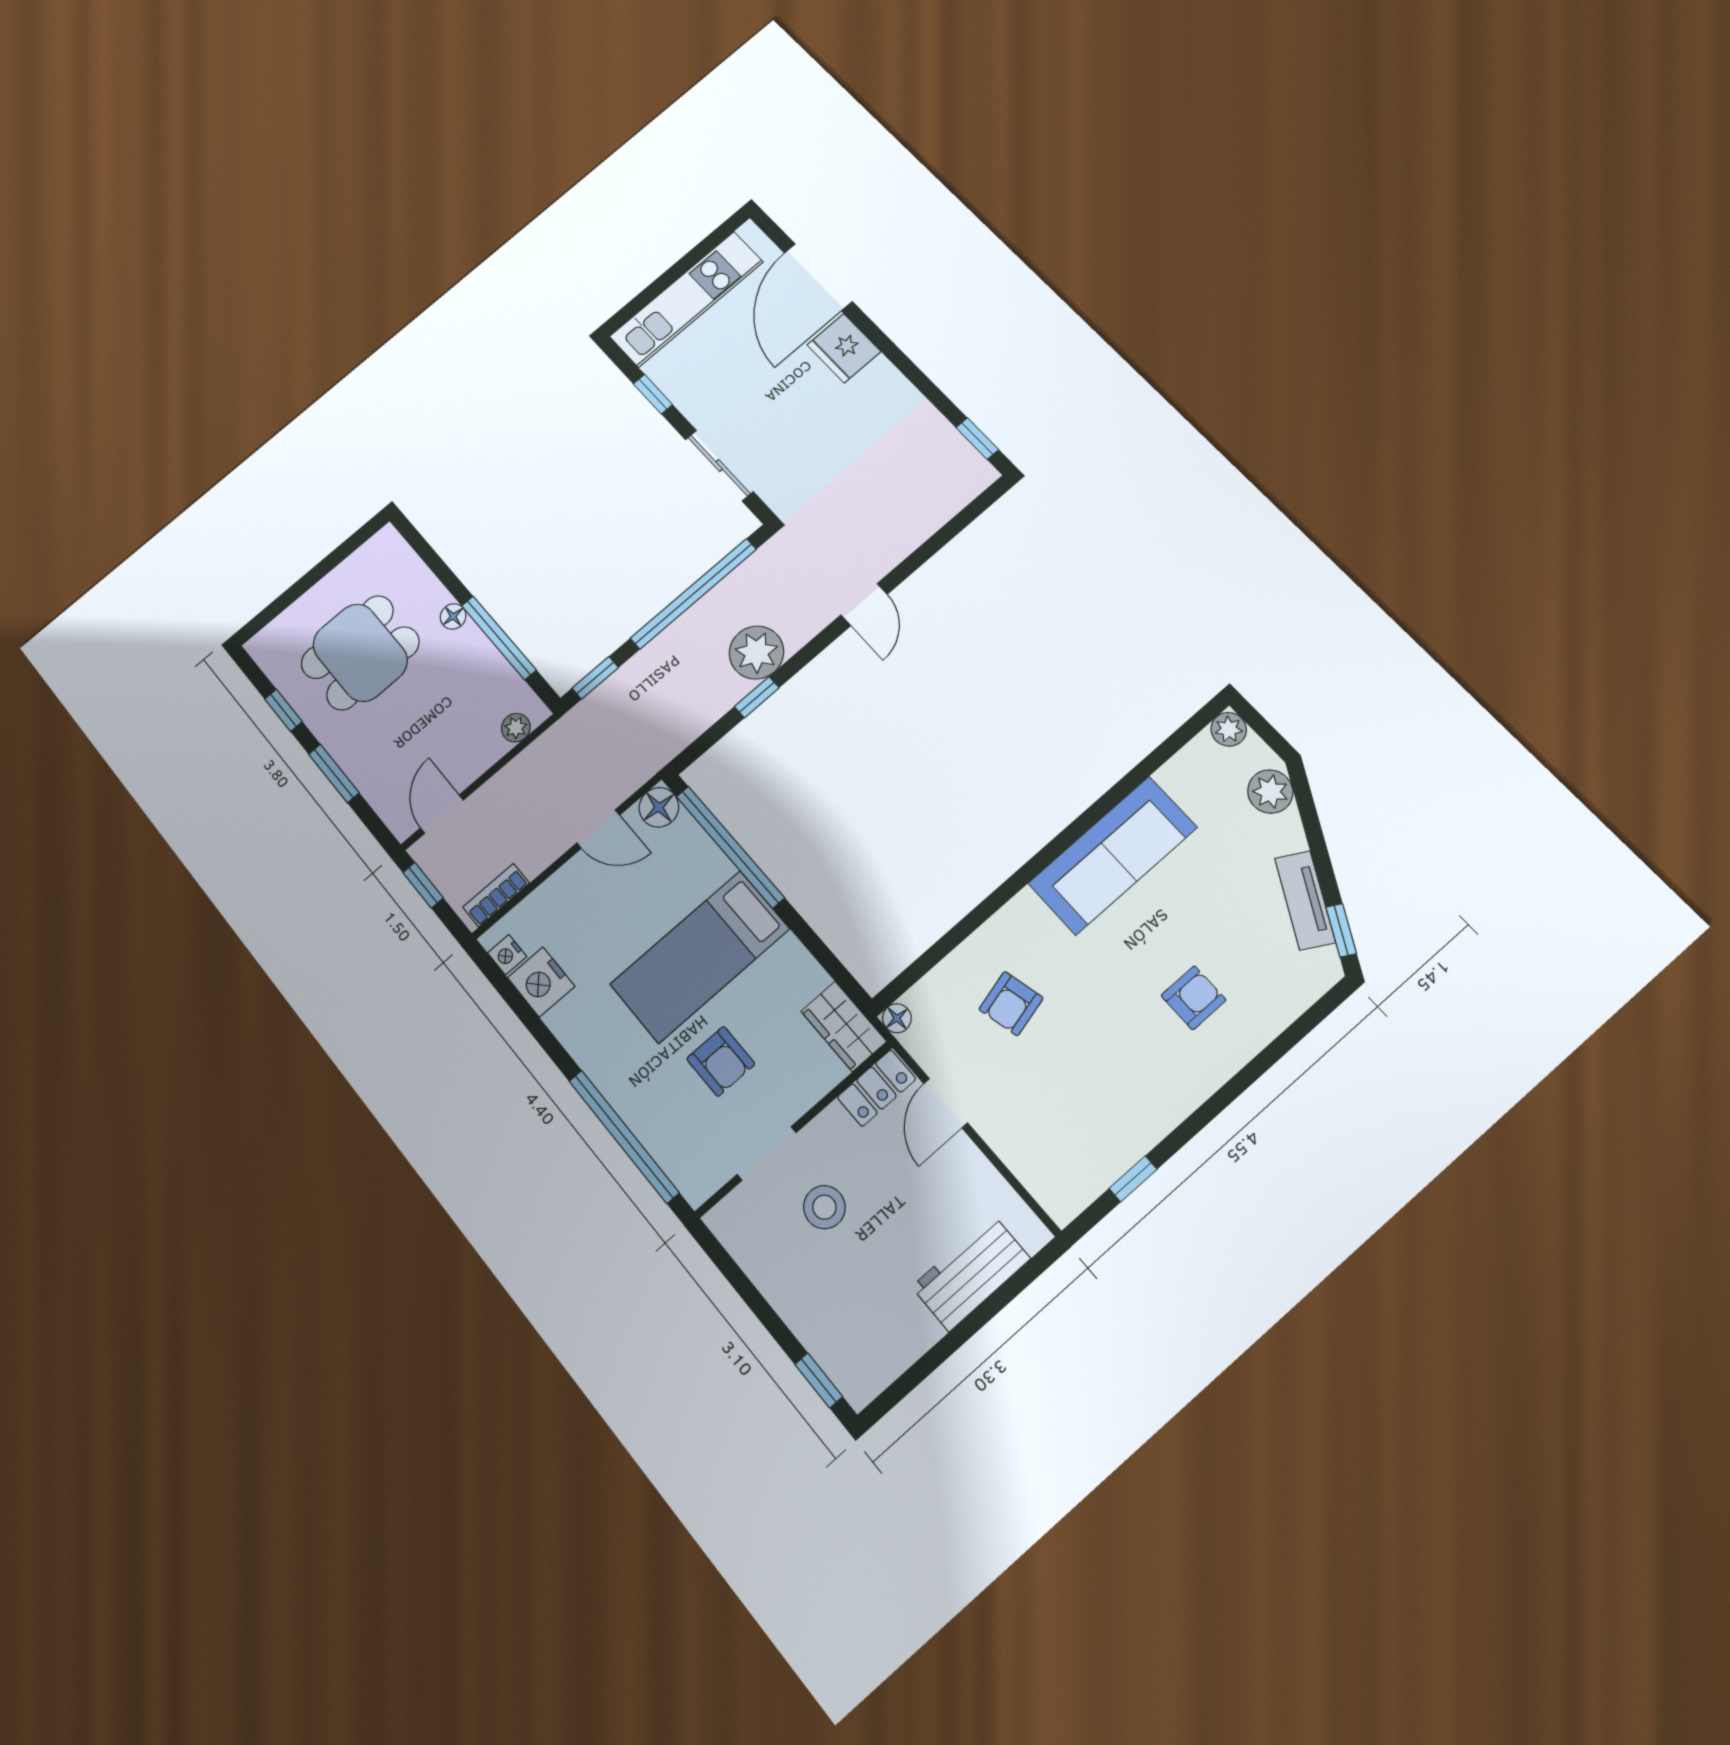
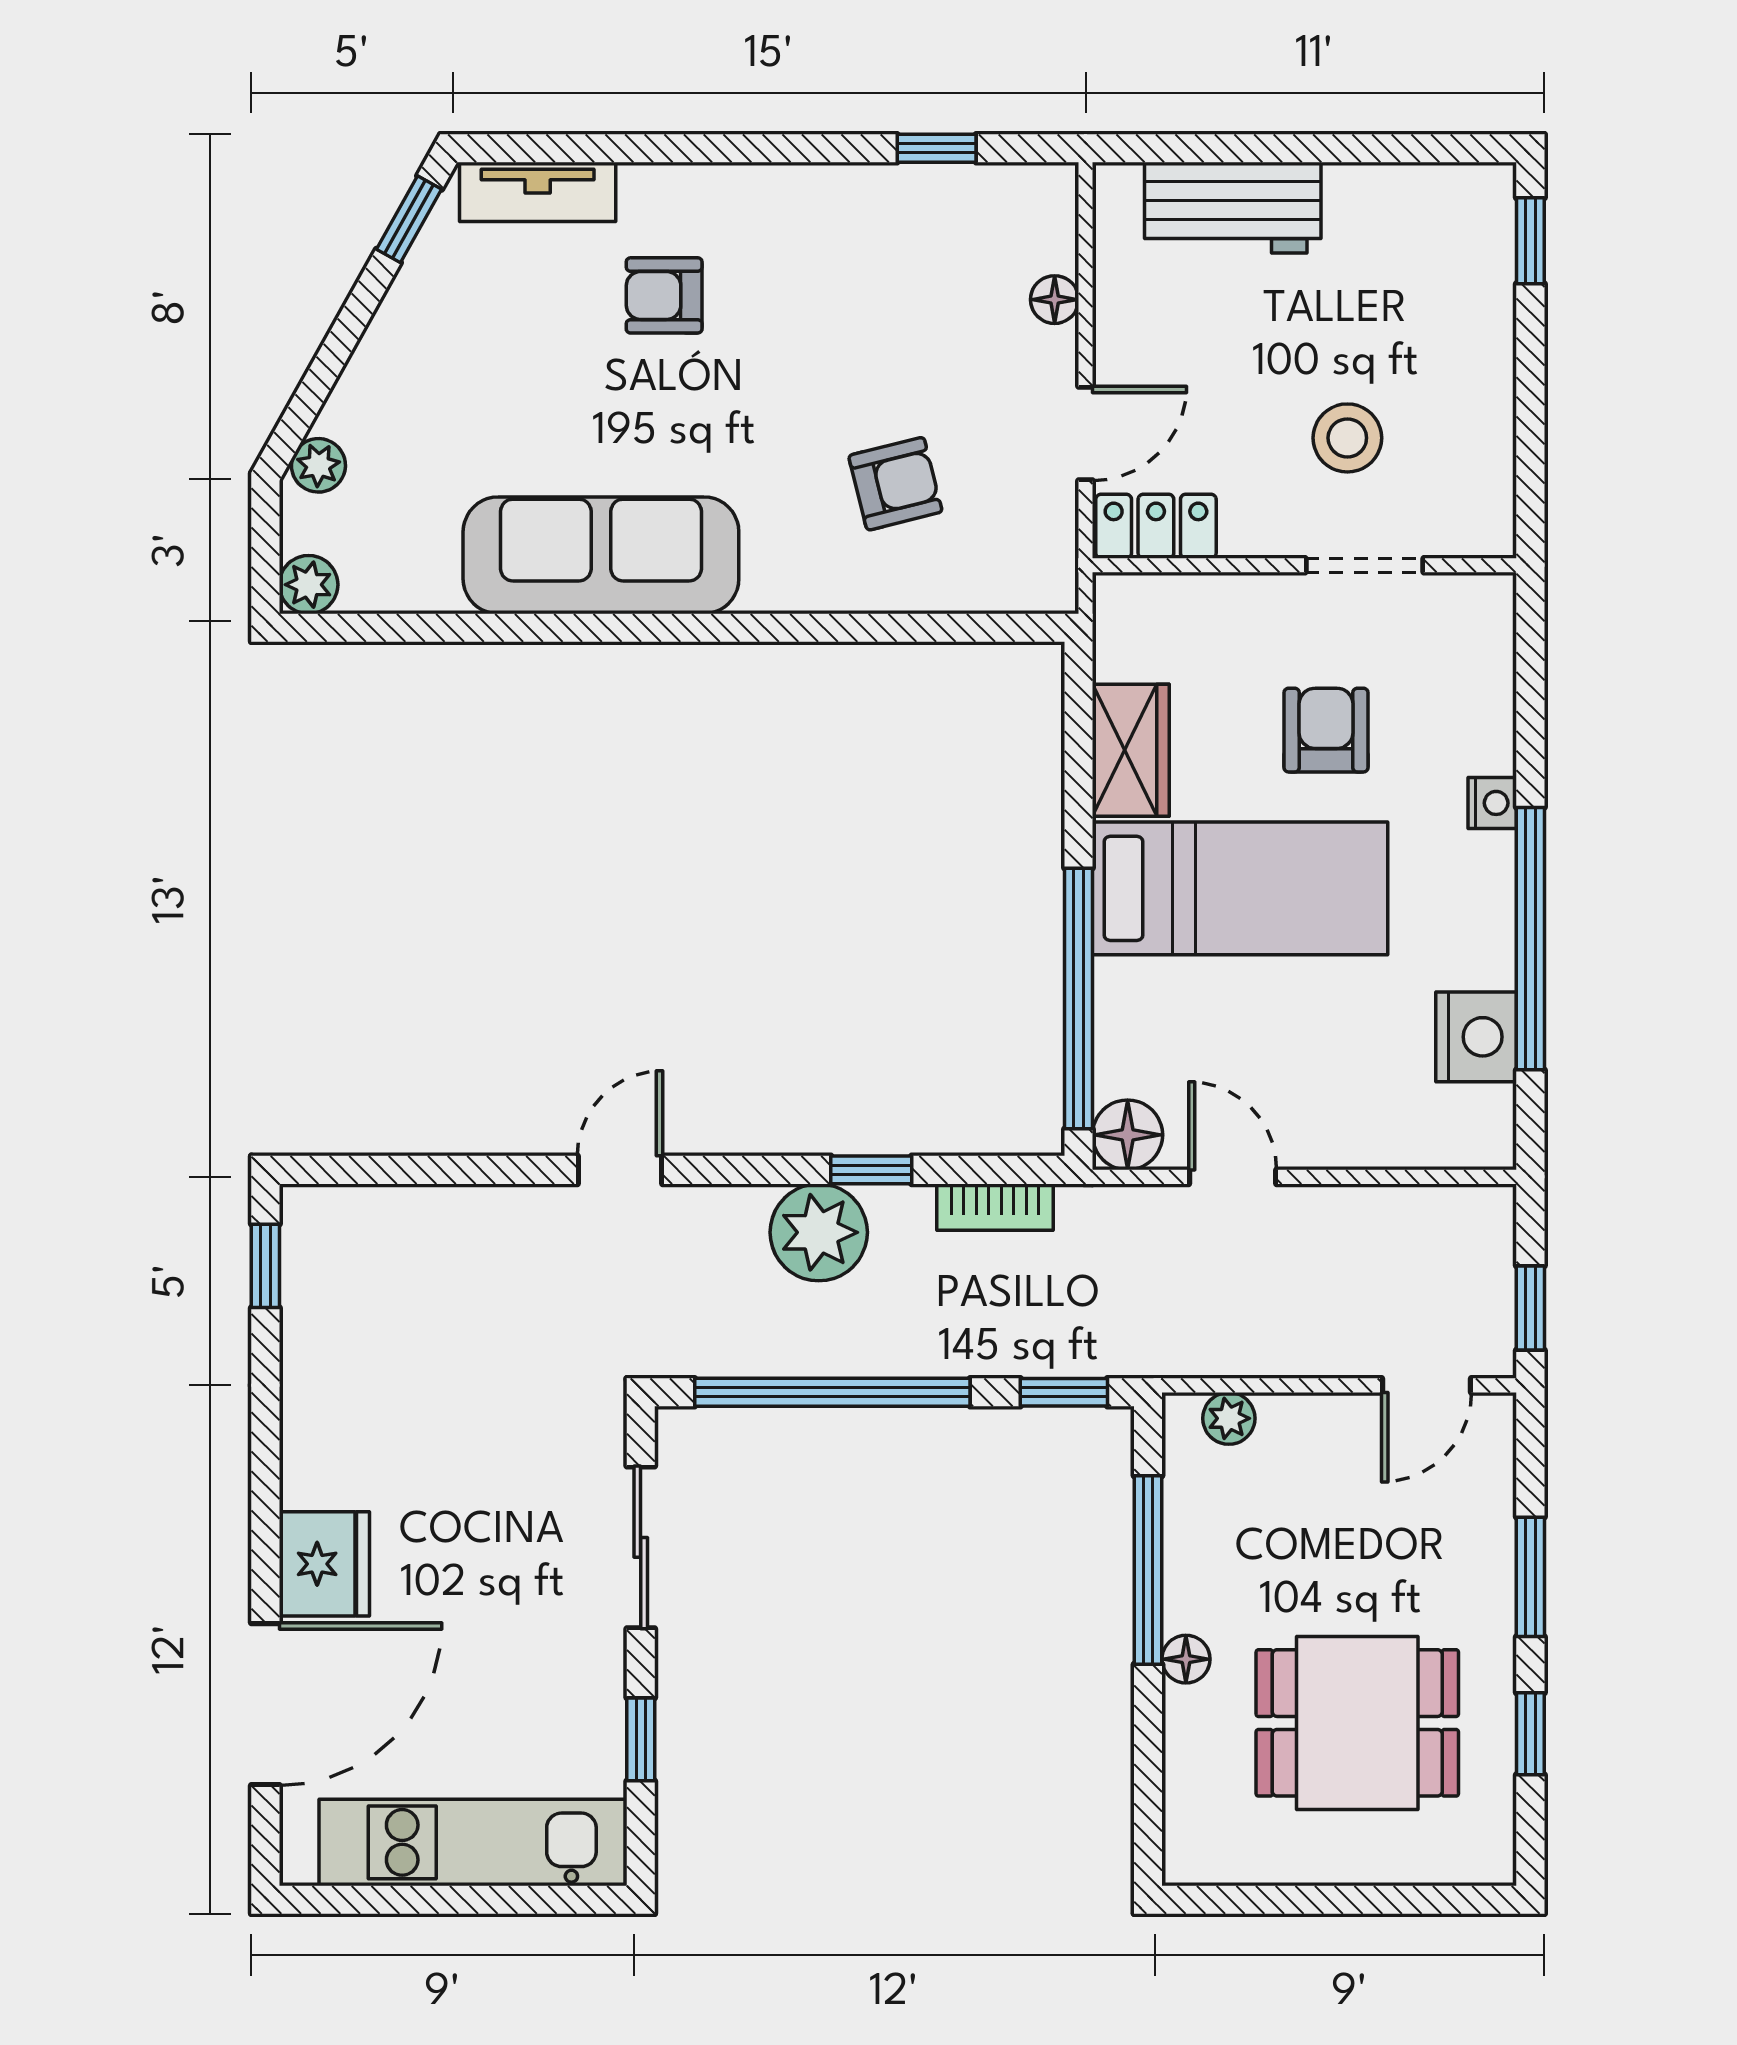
plant: (1270, 792) -> (318, 465), width x0.73, depth x0.73
bookcase: (496, 895) -> (995, 1207), moved
tv unit: (1305, 900) -> (538, 192), moved, turned 61
nightstand: (507, 955) -> (1492, 803), moved
floor lamp: (897, 1018) -> (1055, 300), moved
wardrobe: (844, 1026) -> (1131, 750), moved
window: (624, 1136) -> (1530, 939), moved

